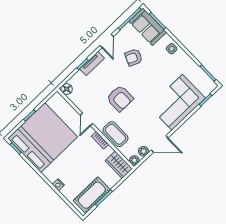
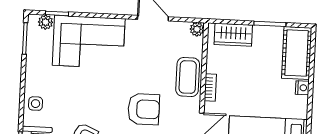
armchair: (120, 98) -> (144, 109), turned 90
plant: (143, 151) -> (46, 22), moved
wardrobe: (119, 165) -> (233, 35), moved, turned 90
cot: (92, 195) -> (297, 53), moved, turned 90

